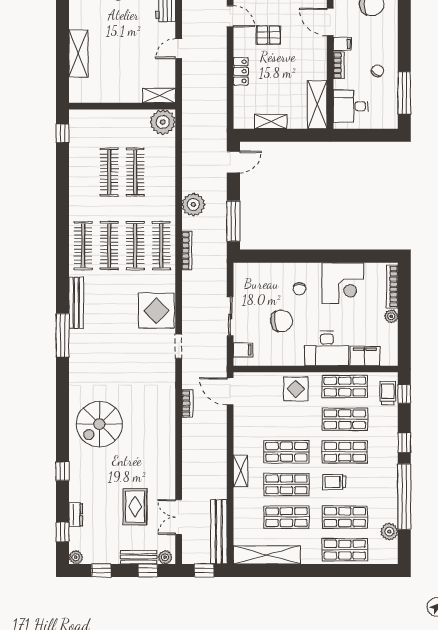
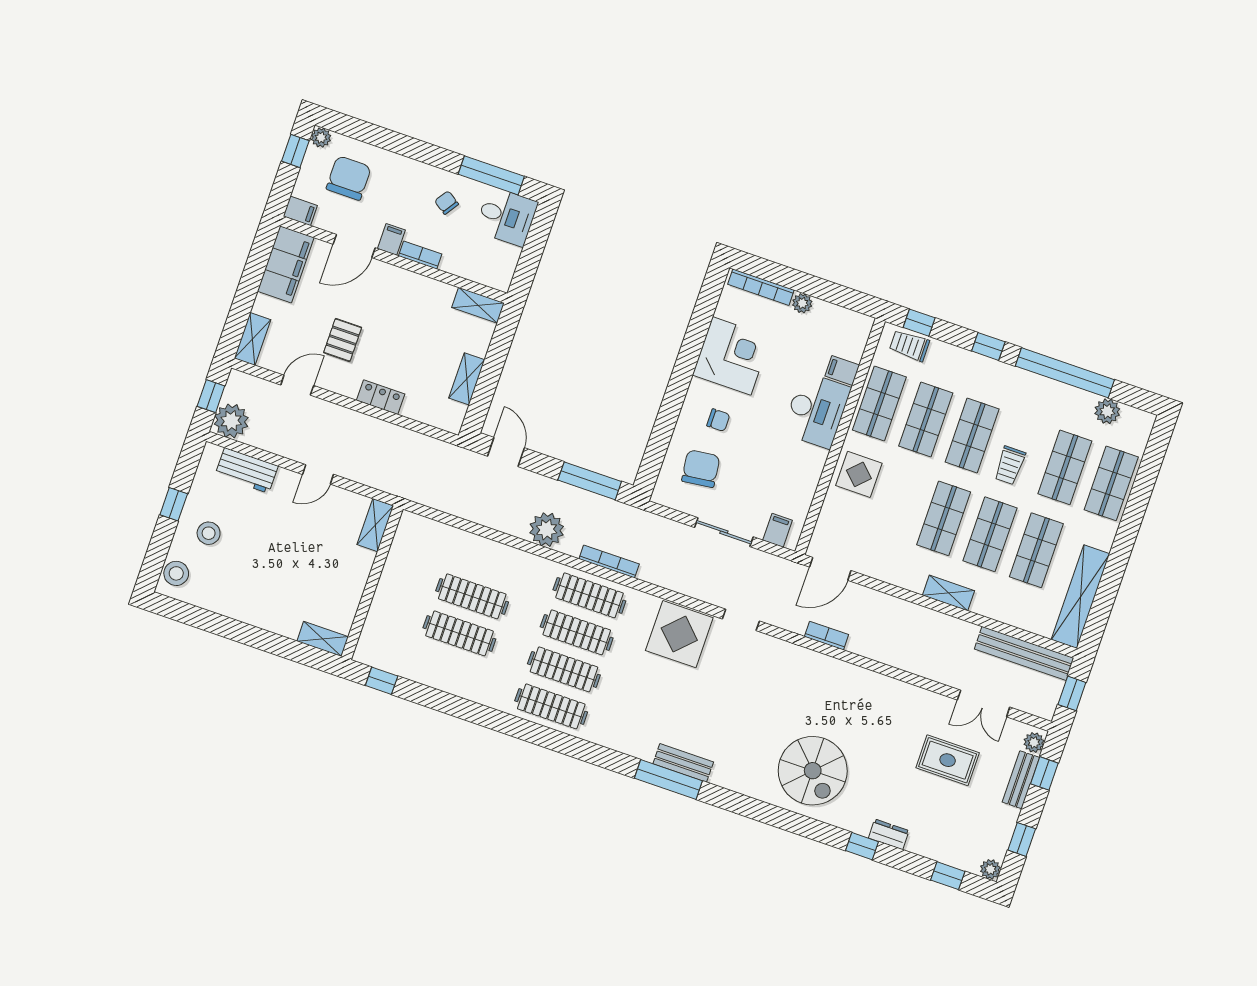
door: (179, 49) -> (318, 474), hinge flipped
shelving: (78, 53) -> (323, 639), moved, width x0.67, depth x0.75
shelving: (317, 105) -> (478, 305), width x0.67, depth x0.75
desk: (351, 106) -> (507, 216), moved, turned -90
plant: (163, 122) -> (415, 533), removed
bench: (76, 303) -> (683, 763), moved, width x0.73
chair: (281, 321) -> (701, 469), moved
filing cabinet: (365, 356) -> (842, 370), width x0.50
dresser: (76, 515) -> (889, 834), moved

